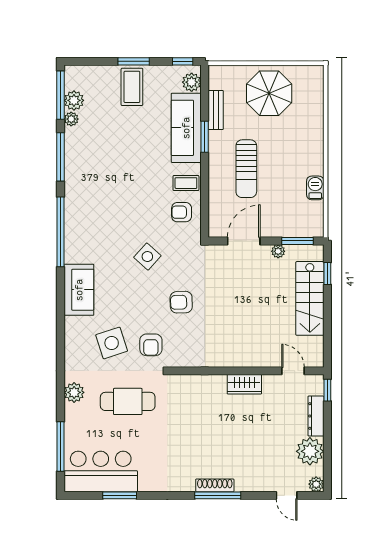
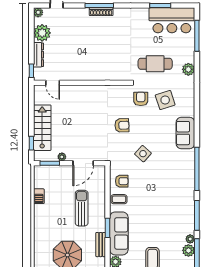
wardrobe: (244, 384) -> (83, 74), removed

